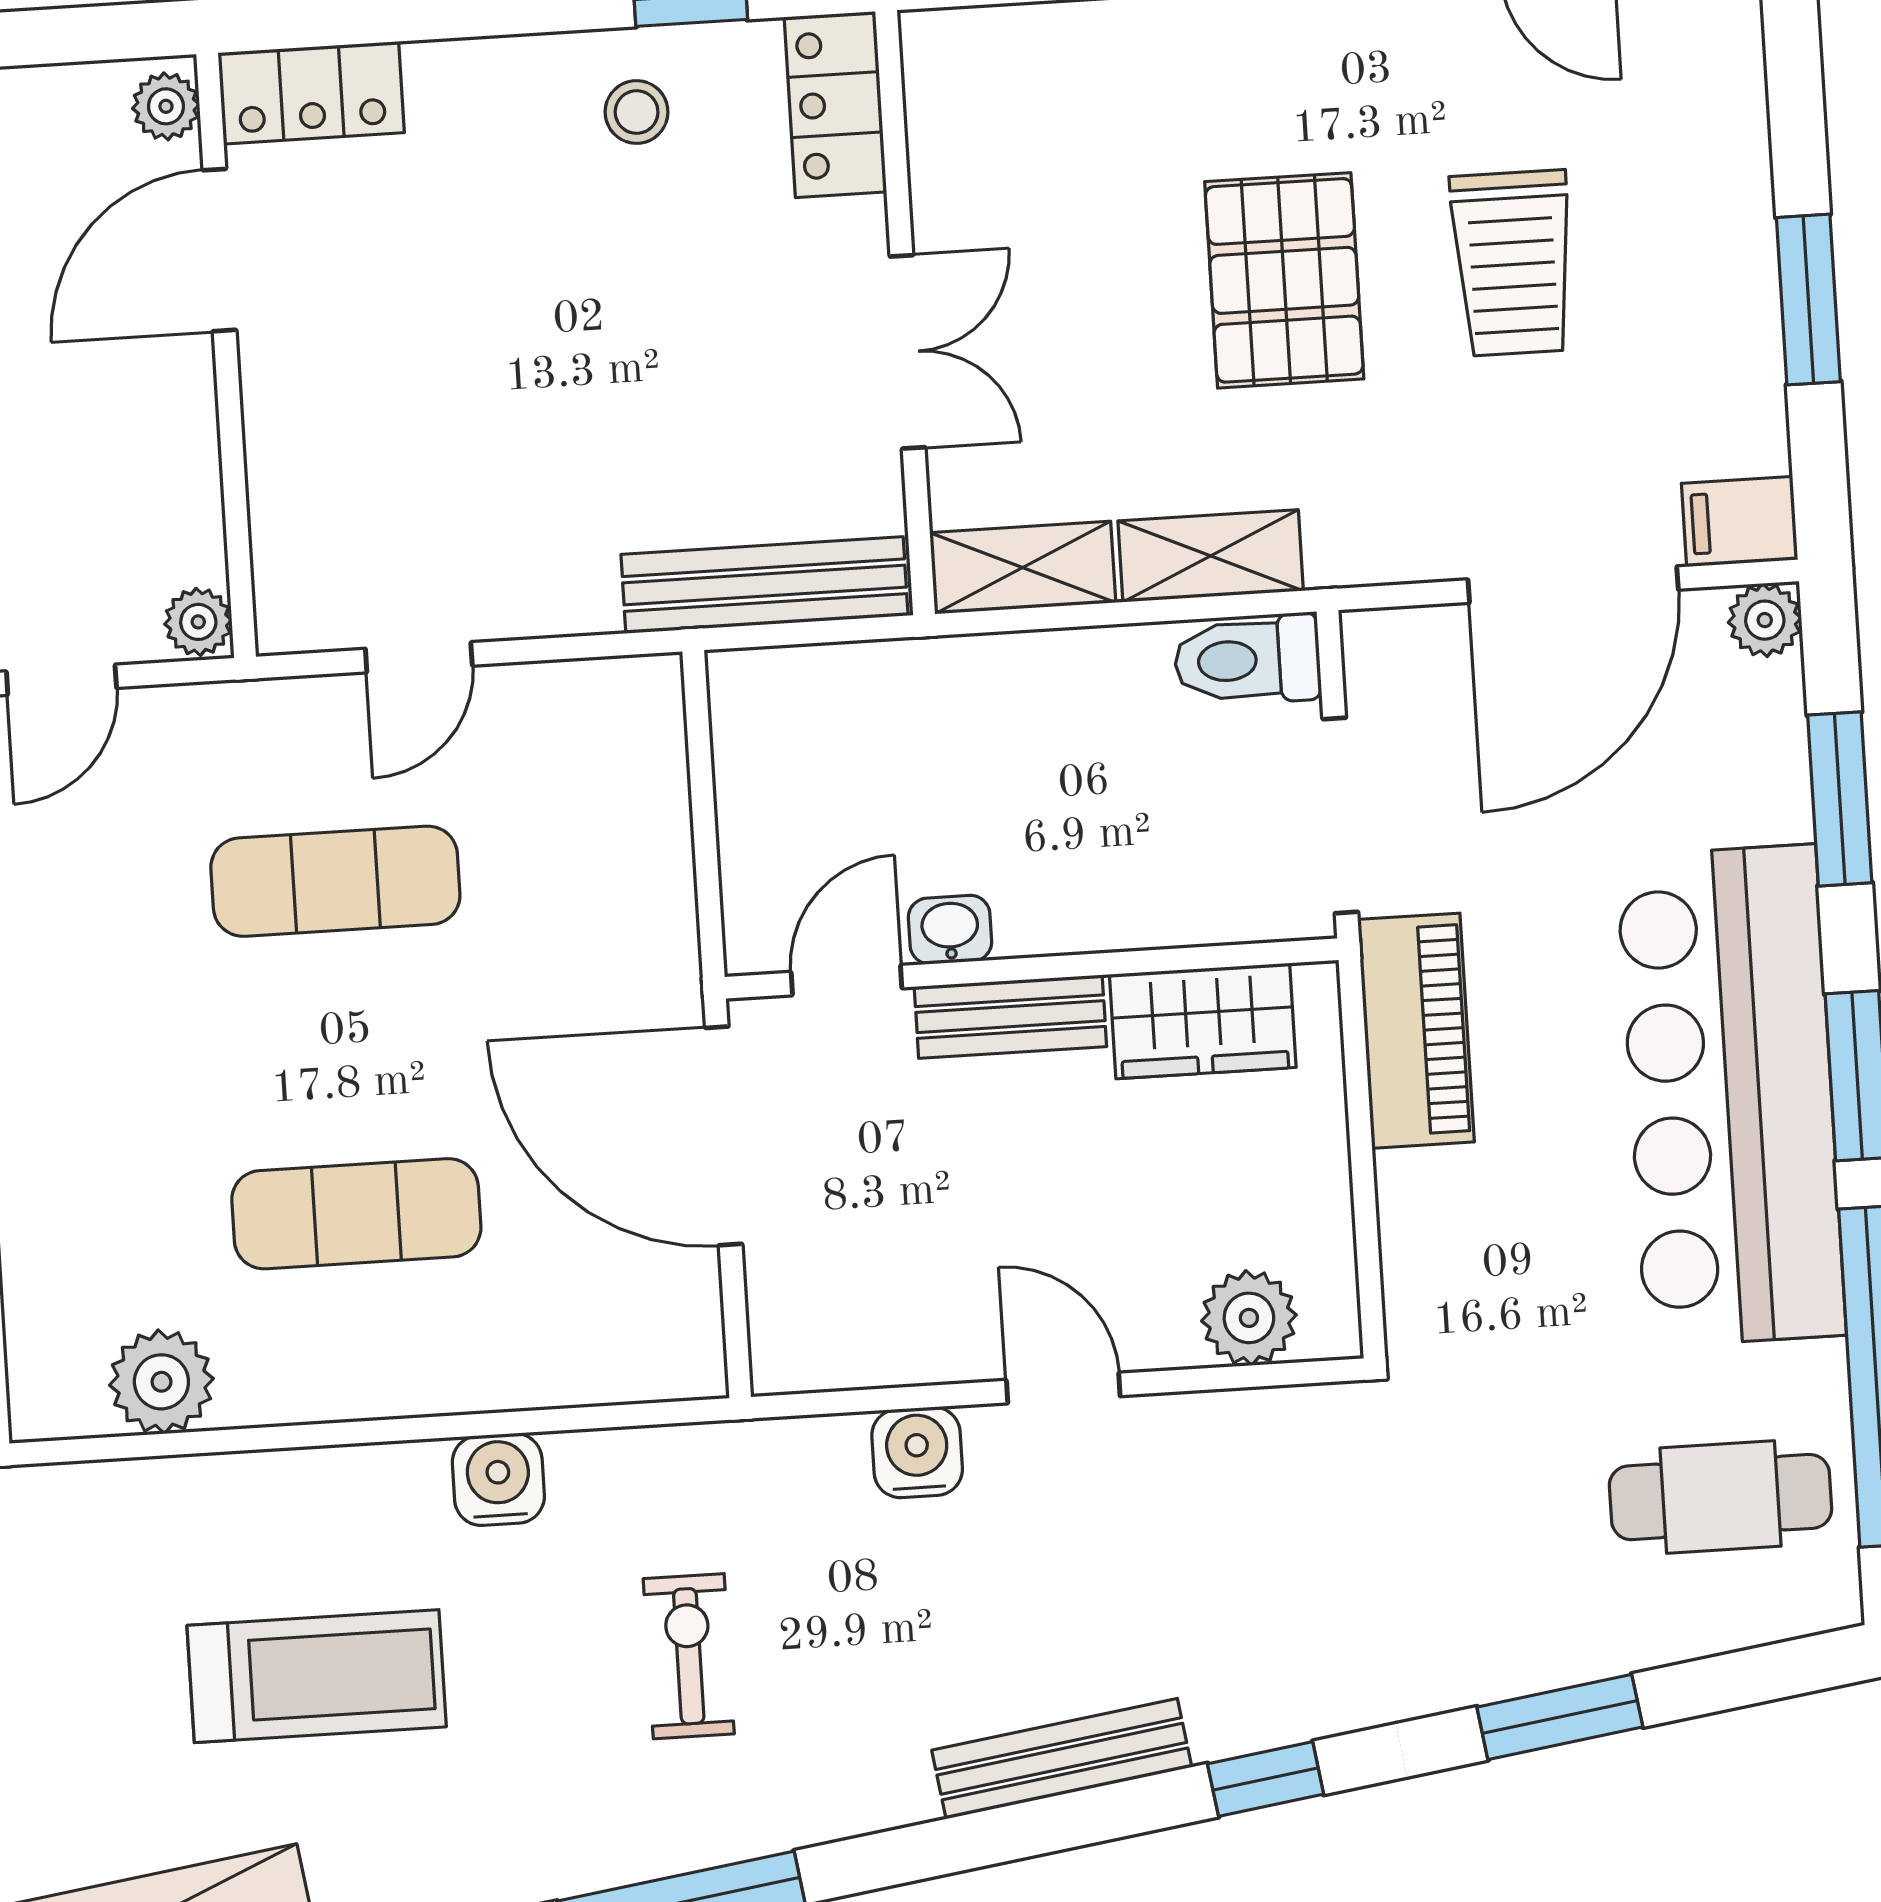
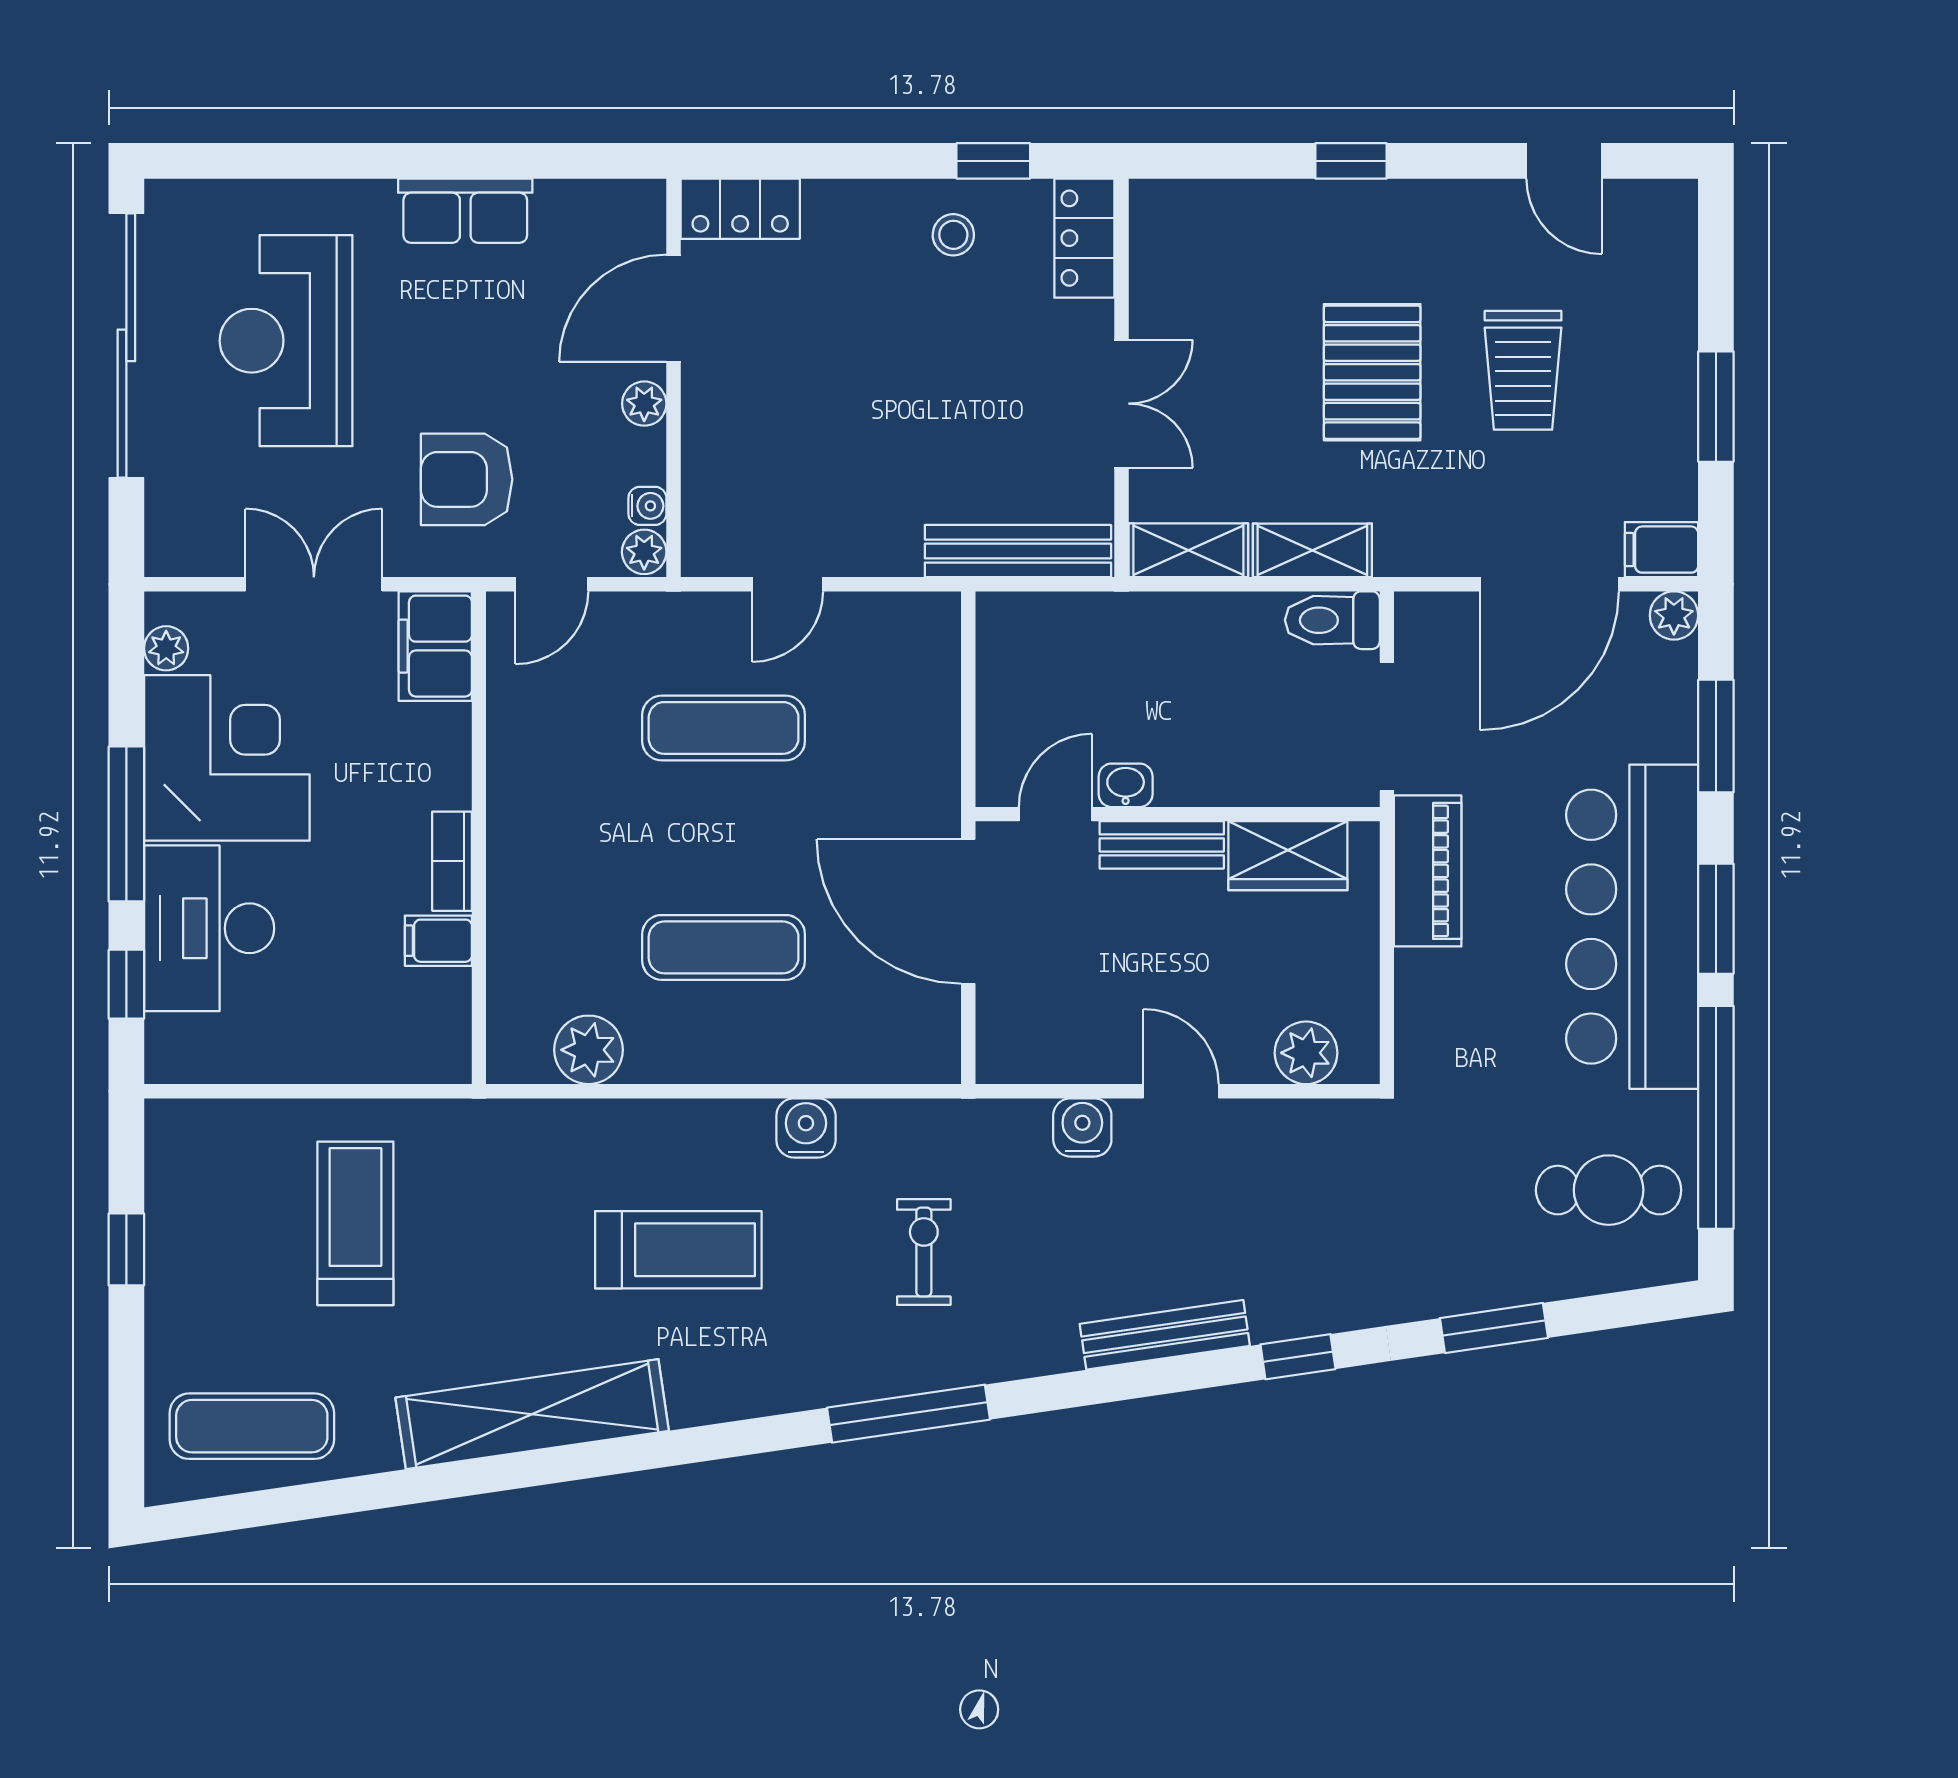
plant: (166, 106) -> (644, 404), moved
water cooler: (199, 552) -> (647, 506), added

